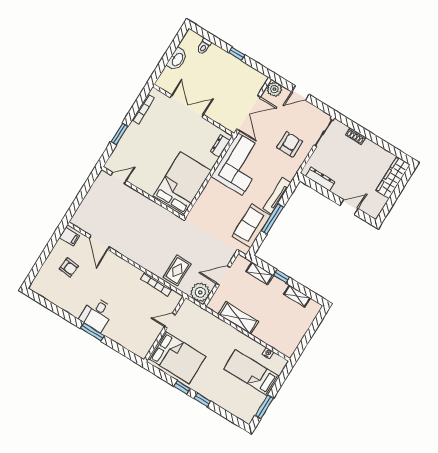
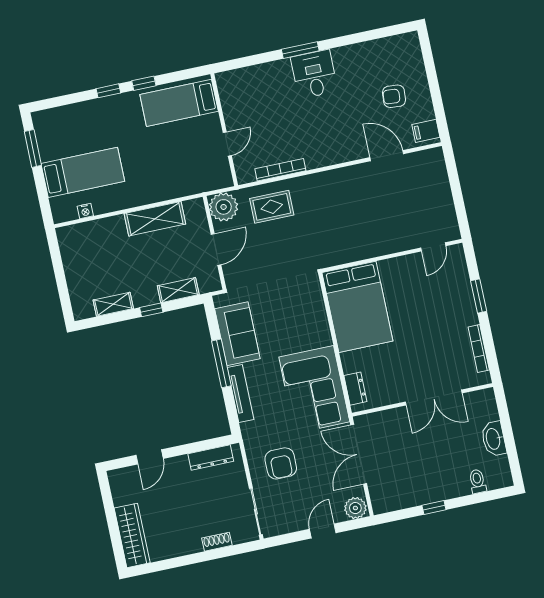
rug: (177, 270) -> (272, 207), turned 90
bed: (177, 357) -> (179, 103), width x0.67

